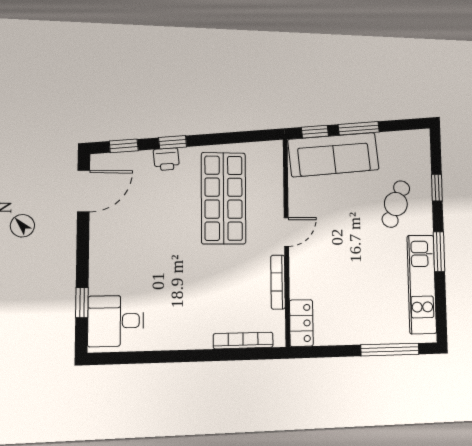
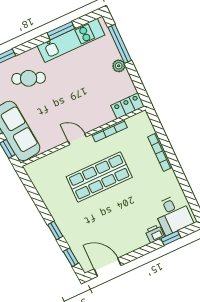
printer: (166, 159) -> (155, 234), moved, turned -84
shop shelf: (224, 198) -> (99, 177), moved
window: (439, 252) -> (61, 31), moved
plant: (361, 335) -> (119, 66), added
bookcase: (243, 340) -> (160, 152), moved

